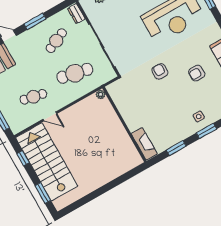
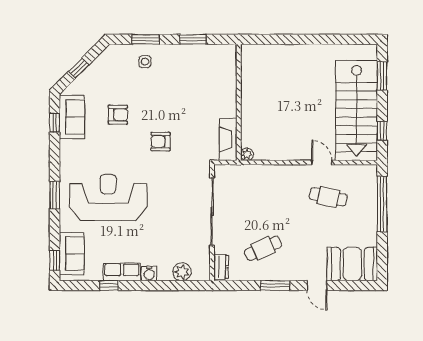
armchair: (160, 71) -> (161, 142), turned 90
cafe table: (75, 73) -> (263, 197), removed
fireplace: (144, 144) -> (228, 139), moved

